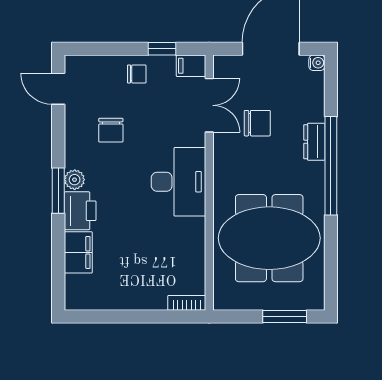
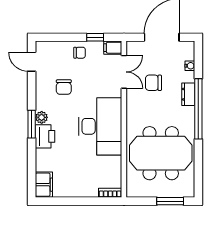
water cooler: (317, 63) -> (190, 66), moved
chair: (257, 123) -> (153, 83), turned 180
desk: (178, 182) -> (100, 126), width x1.36, depth x1.30
filing cabinet: (78, 252) -> (44, 185), moved

